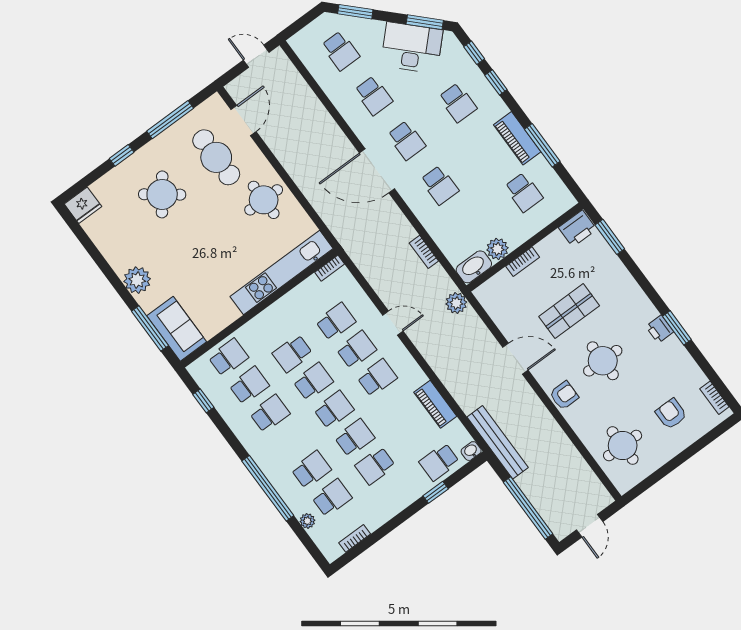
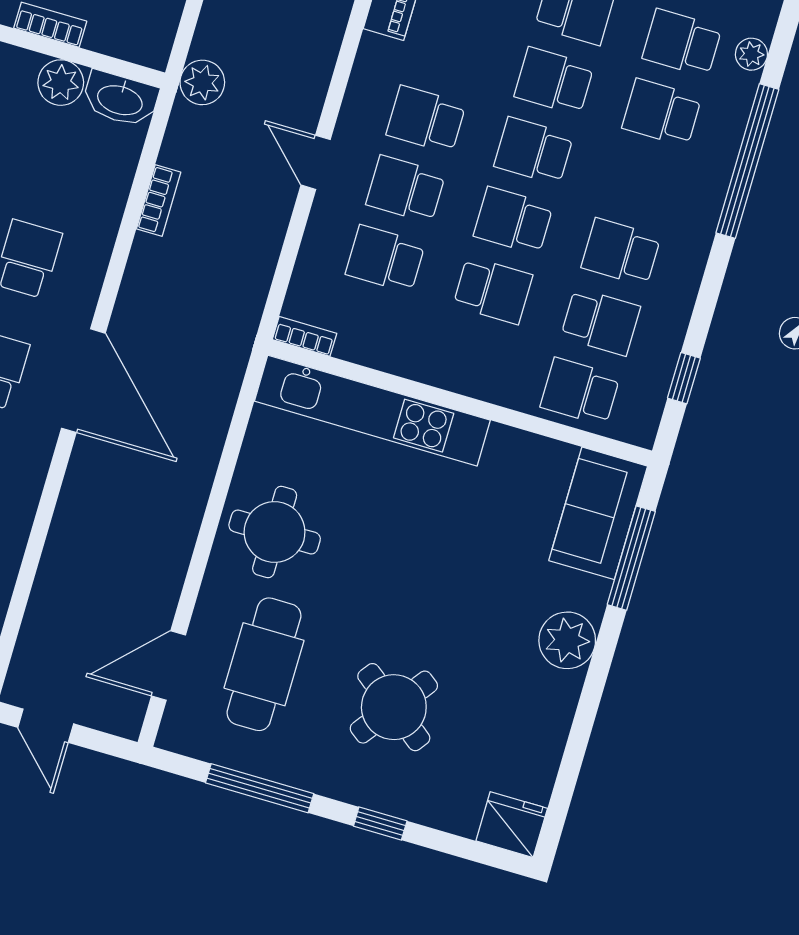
school desk: (249, 385) -> (600, 322), turned 180

